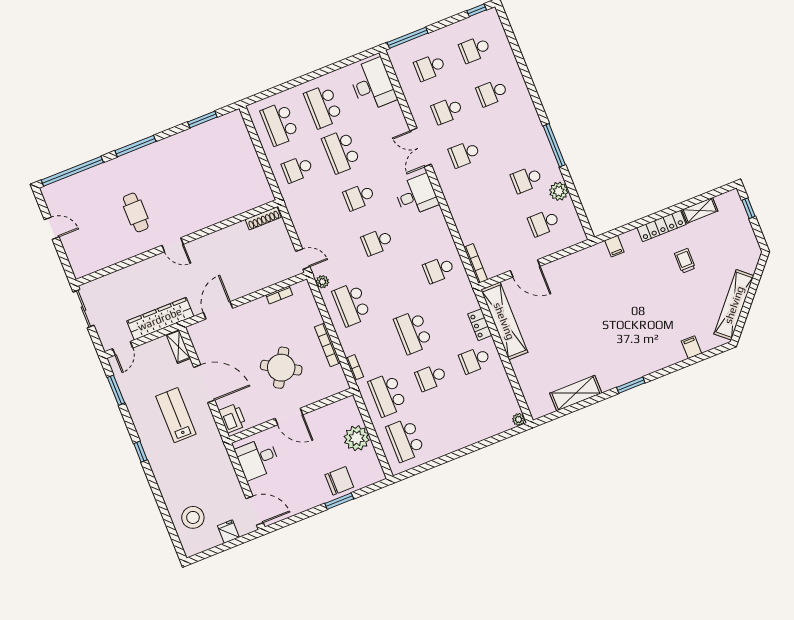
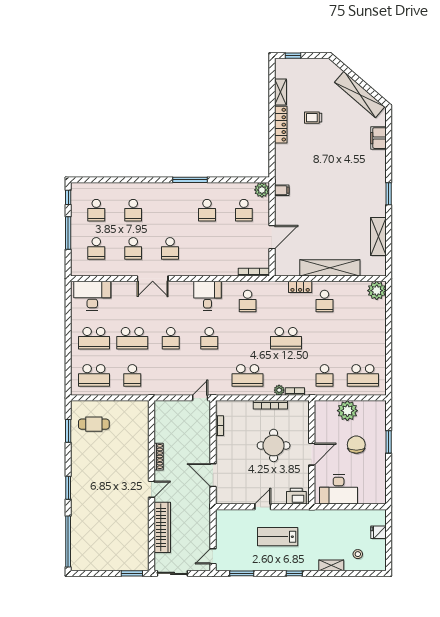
window: (408, 38) -> (68, 233), moved
window: (135, 146) -> (68, 488), width x0.69
plant: (559, 191) -> (262, 190), moved
desk: (416, 195) -> (207, 296), moved
cafe table: (136, 212) -> (94, 424), moved
shoe rack: (263, 218) -> (159, 457), moved
door: (52, 228) -> (104, 573), removed
filing cabinet: (614, 246) -> (282, 190), moved
window: (65, 261) -> (132, 573), added
plant: (322, 282) -> (279, 390), moved
wardrobe: (160, 319) -> (162, 527), moved, turned 180
shelving: (504, 321) -> (330, 268), moved
shelving: (178, 346) -> (331, 565), moved
filing cabinet: (691, 347) -> (378, 138), width x2.00
door: (123, 348) -> (213, 556), swing flipped
round table: (281, 368) -> (274, 445), turned -30
school desk: (431, 377) -> (324, 338), removed
door: (204, 384) -> (263, 507), width x0.53
school desk: (387, 395) -> (324, 375), width x0.54
plant: (519, 419) -> (377, 291), width x1.87, depth x1.87
desk: (257, 459) -> (339, 489), width x1.37
chair: (339, 481) -> (356, 445), moved
door: (255, 511) -> (371, 507), removed
stool: (193, 517) -> (358, 554), width x0.53, depth x0.53

